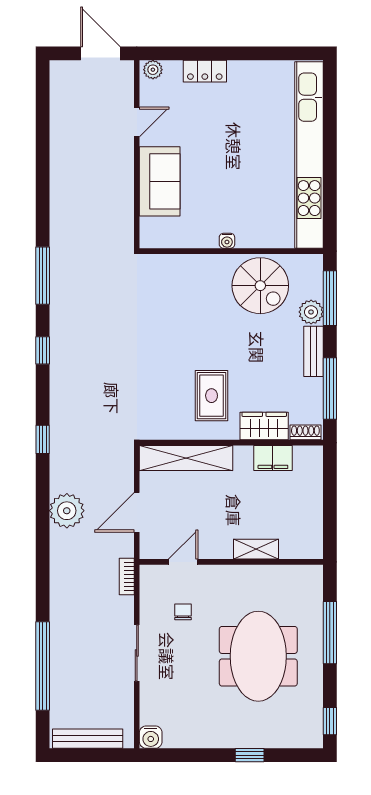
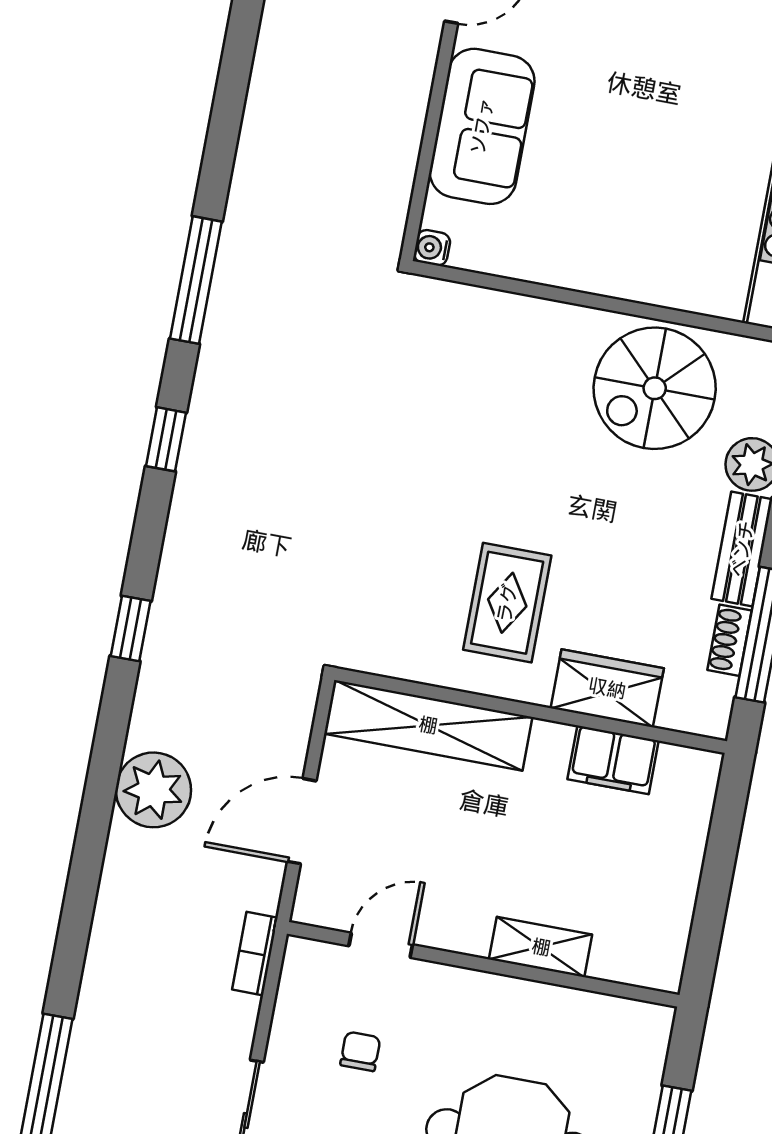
water cooler: (227, 241) -> (432, 248), moved, turned 90
spiral stairs: (260, 286) -> (655, 388), turned 90
shoe rack: (305, 432) -> (730, 640), moved, turned -90

